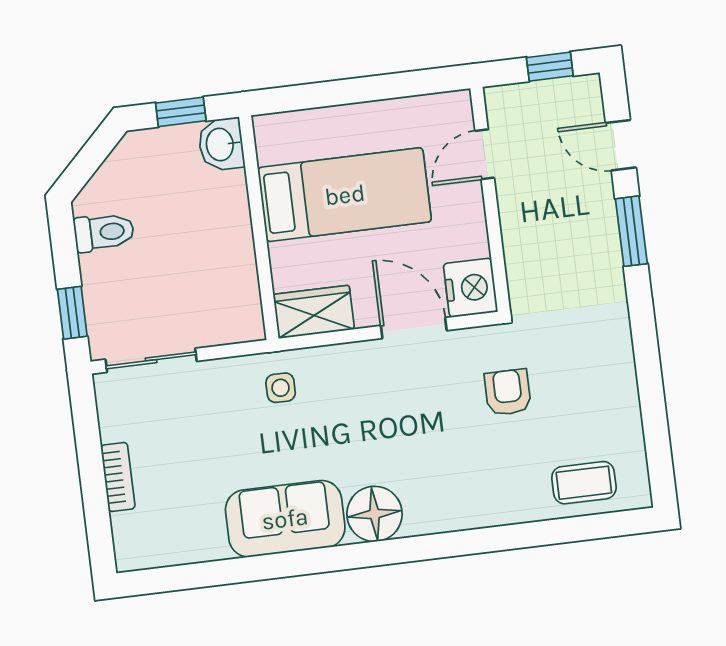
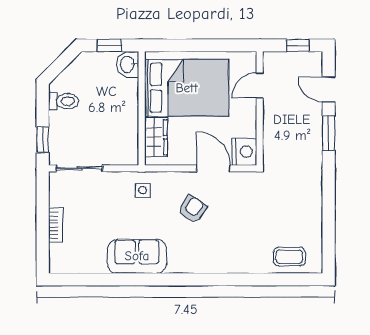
bed: (345, 195) -> (187, 88), width x1.50
wardrobe: (314, 312) -> (156, 137), moved, turned 90
armchair: (508, 392) -> (193, 209), moved, turned 35
floor lamp: (374, 514) -> (182, 259), removed

